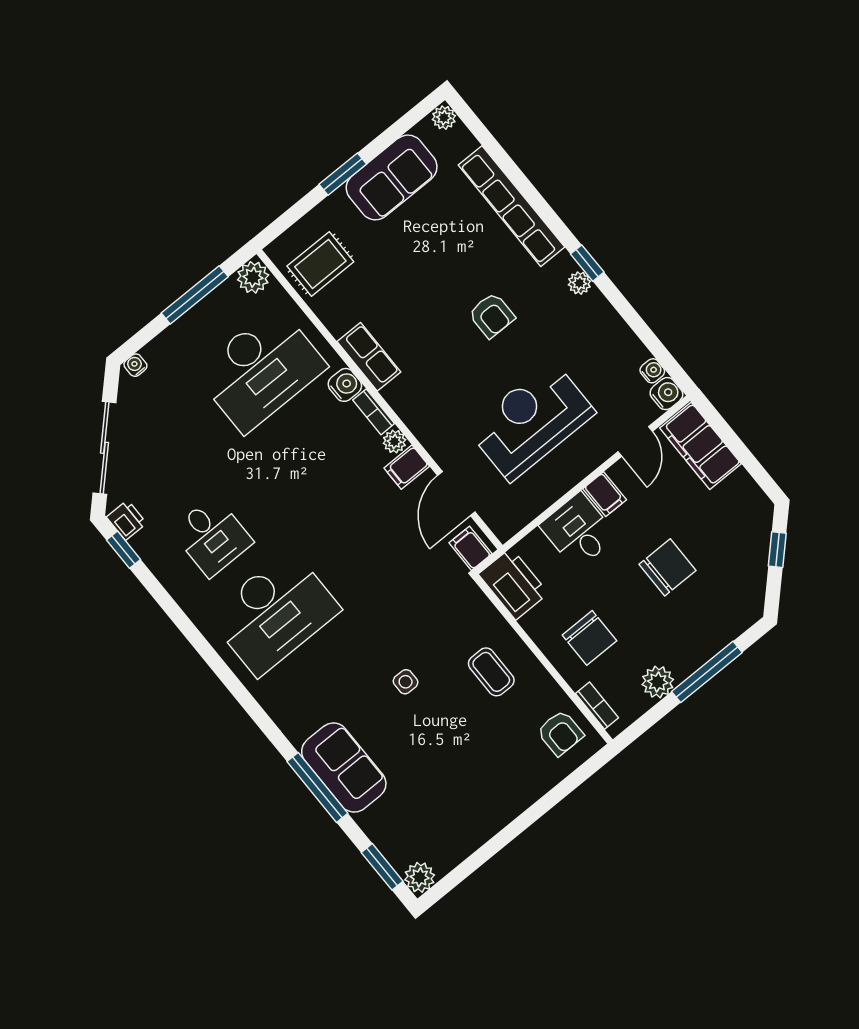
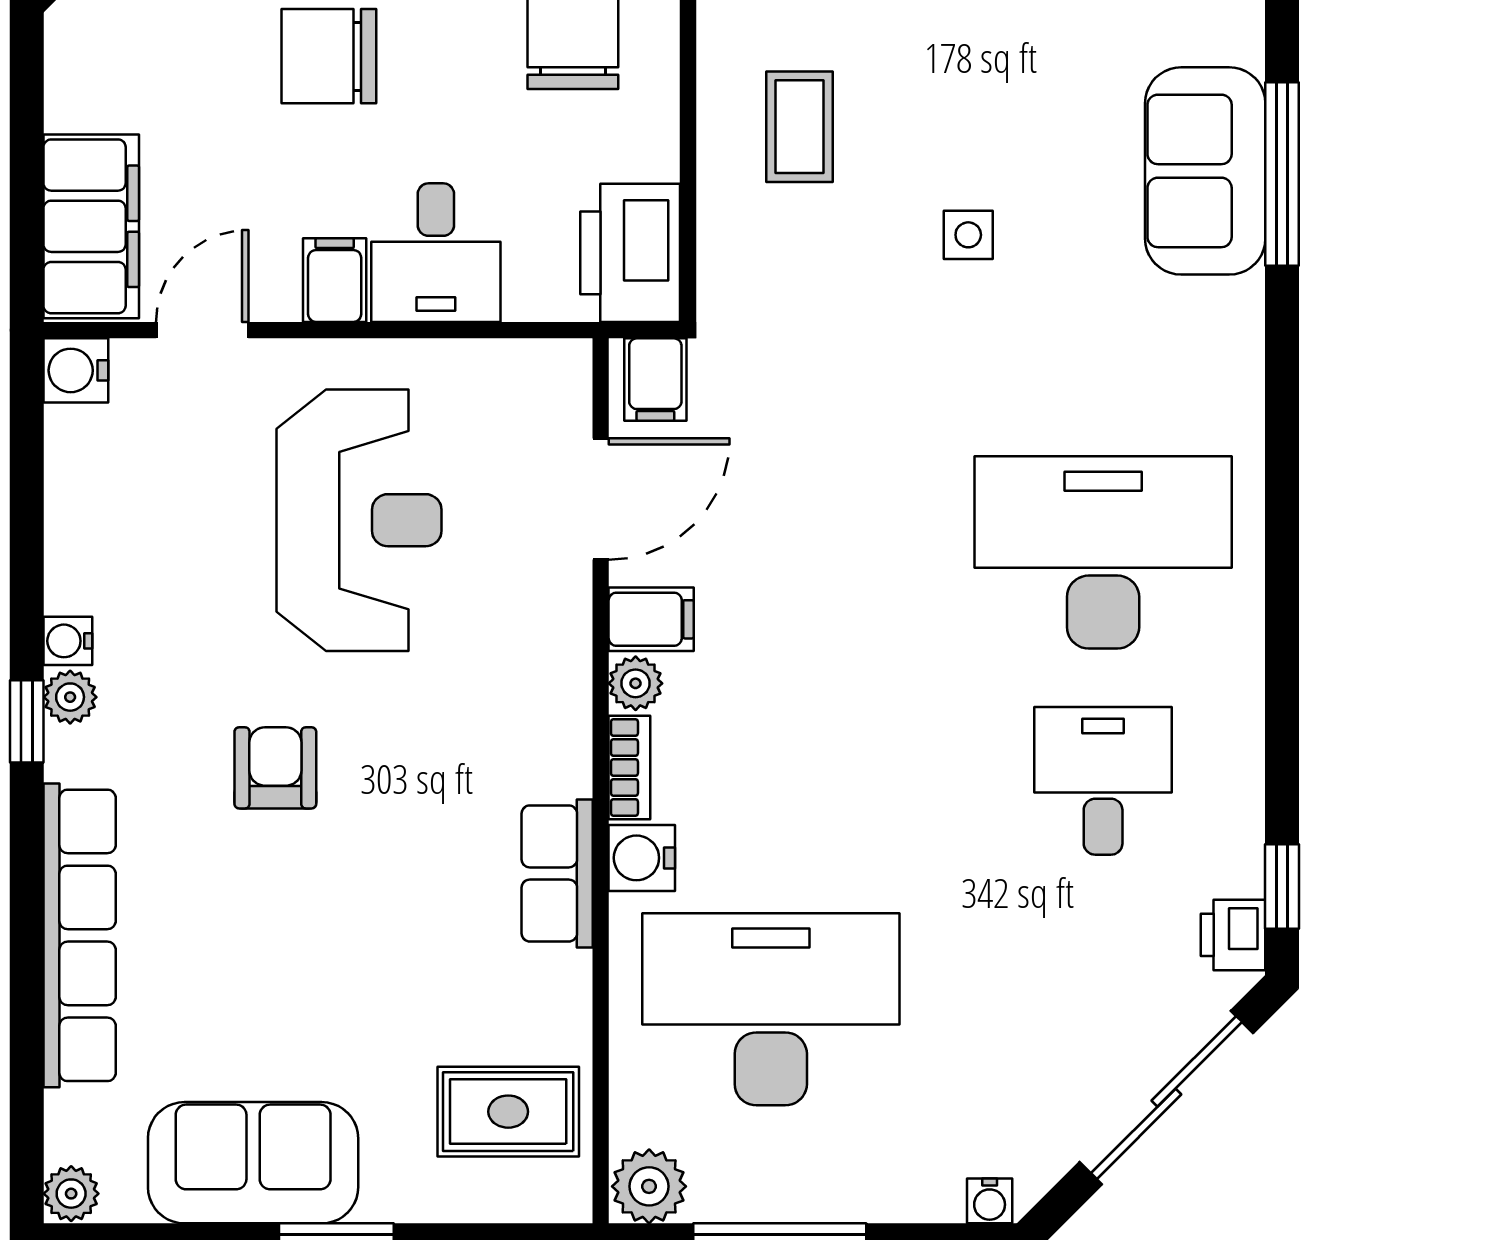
water cooler: (652, 371) -> (68, 641), moved
reception desk: (531, 421) -> (359, 520), turned -90

